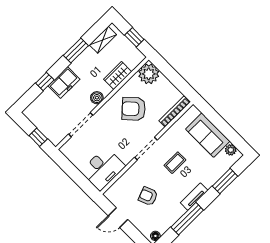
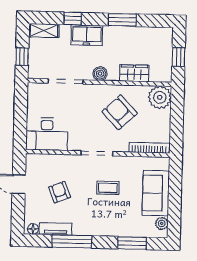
shelving: (103, 40) -> (44, 31), moved
tv unit: (194, 197) -> (56, 229), moved

